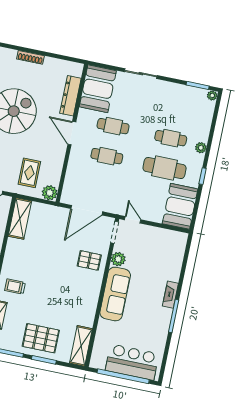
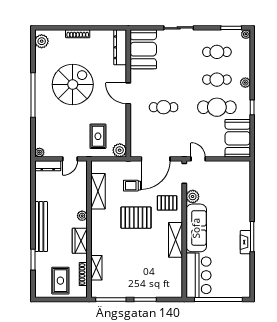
dresser: (70, 96) -> (120, 47), moved
cafe table: (113, 126) -> (217, 52), moved
shelving: (20, 219) -> (98, 191), moved
trolley: (15, 287) -> (132, 186), moved
fireplace: (170, 295) -> (245, 242), moved
pallet: (41, 338) -> (136, 218), moved
shelving: (81, 346) -> (176, 240), moved
bar counter: (132, 362) -> (198, 275), moved, turned 90

